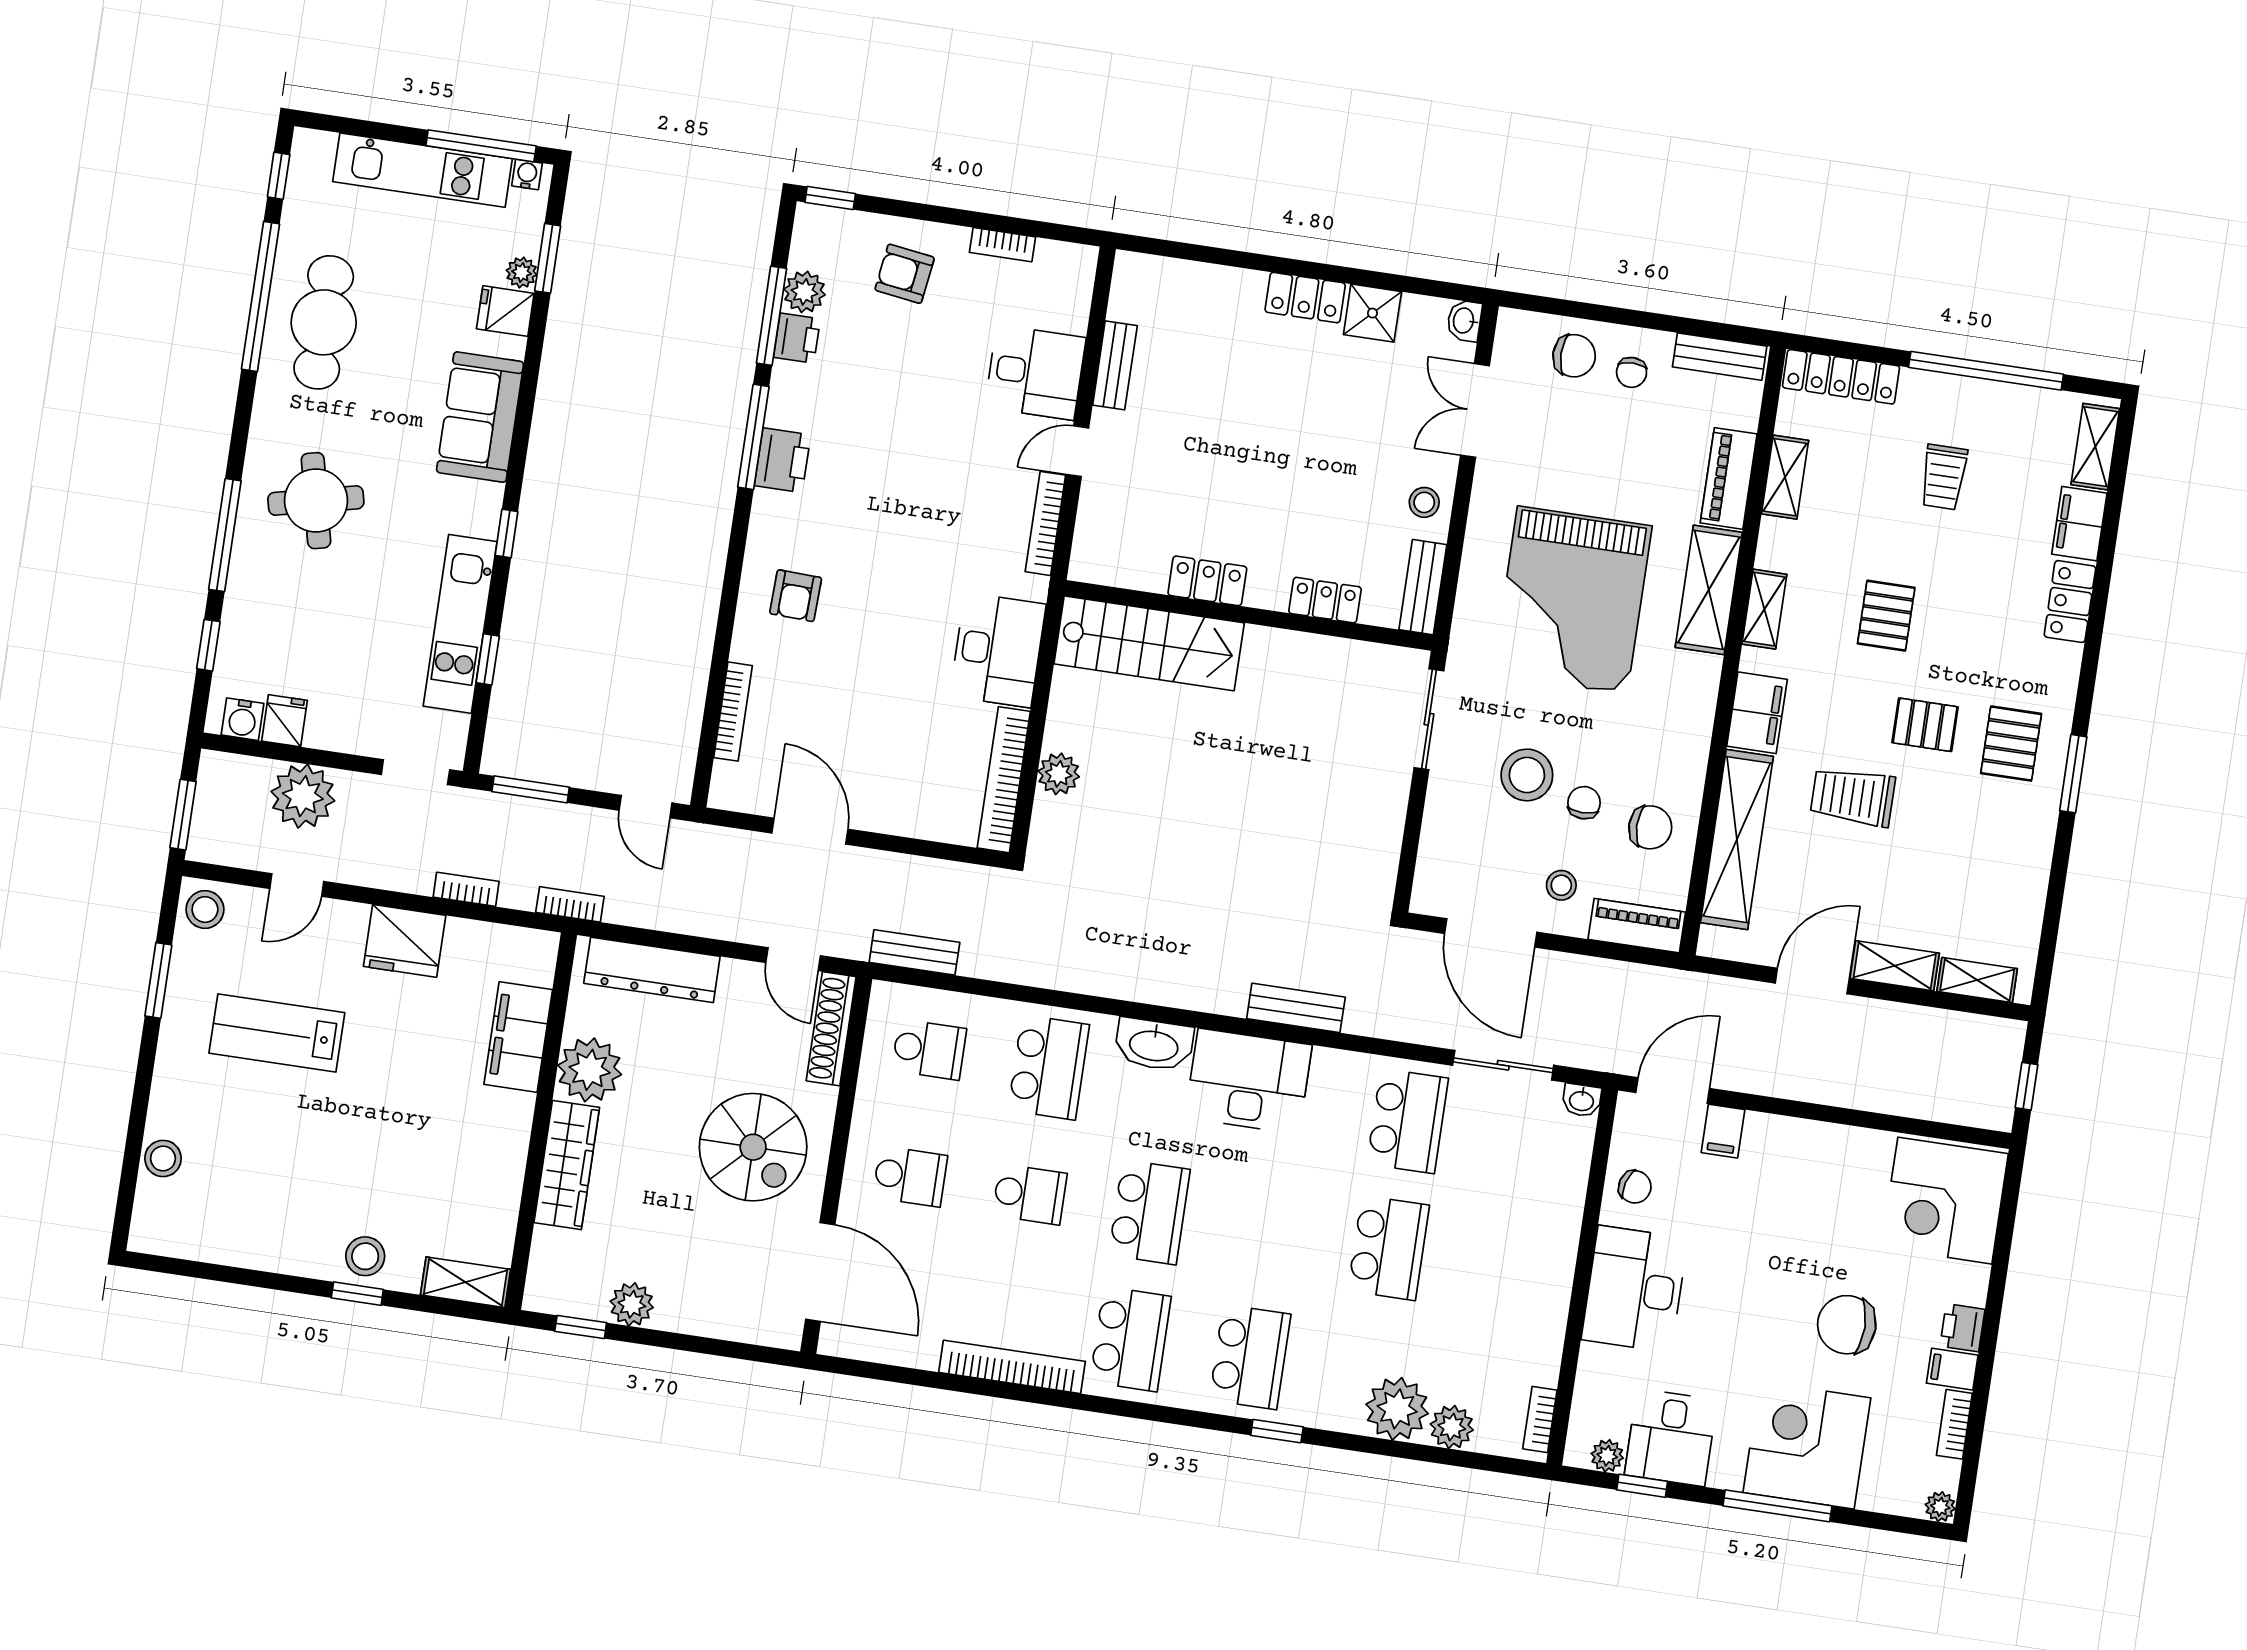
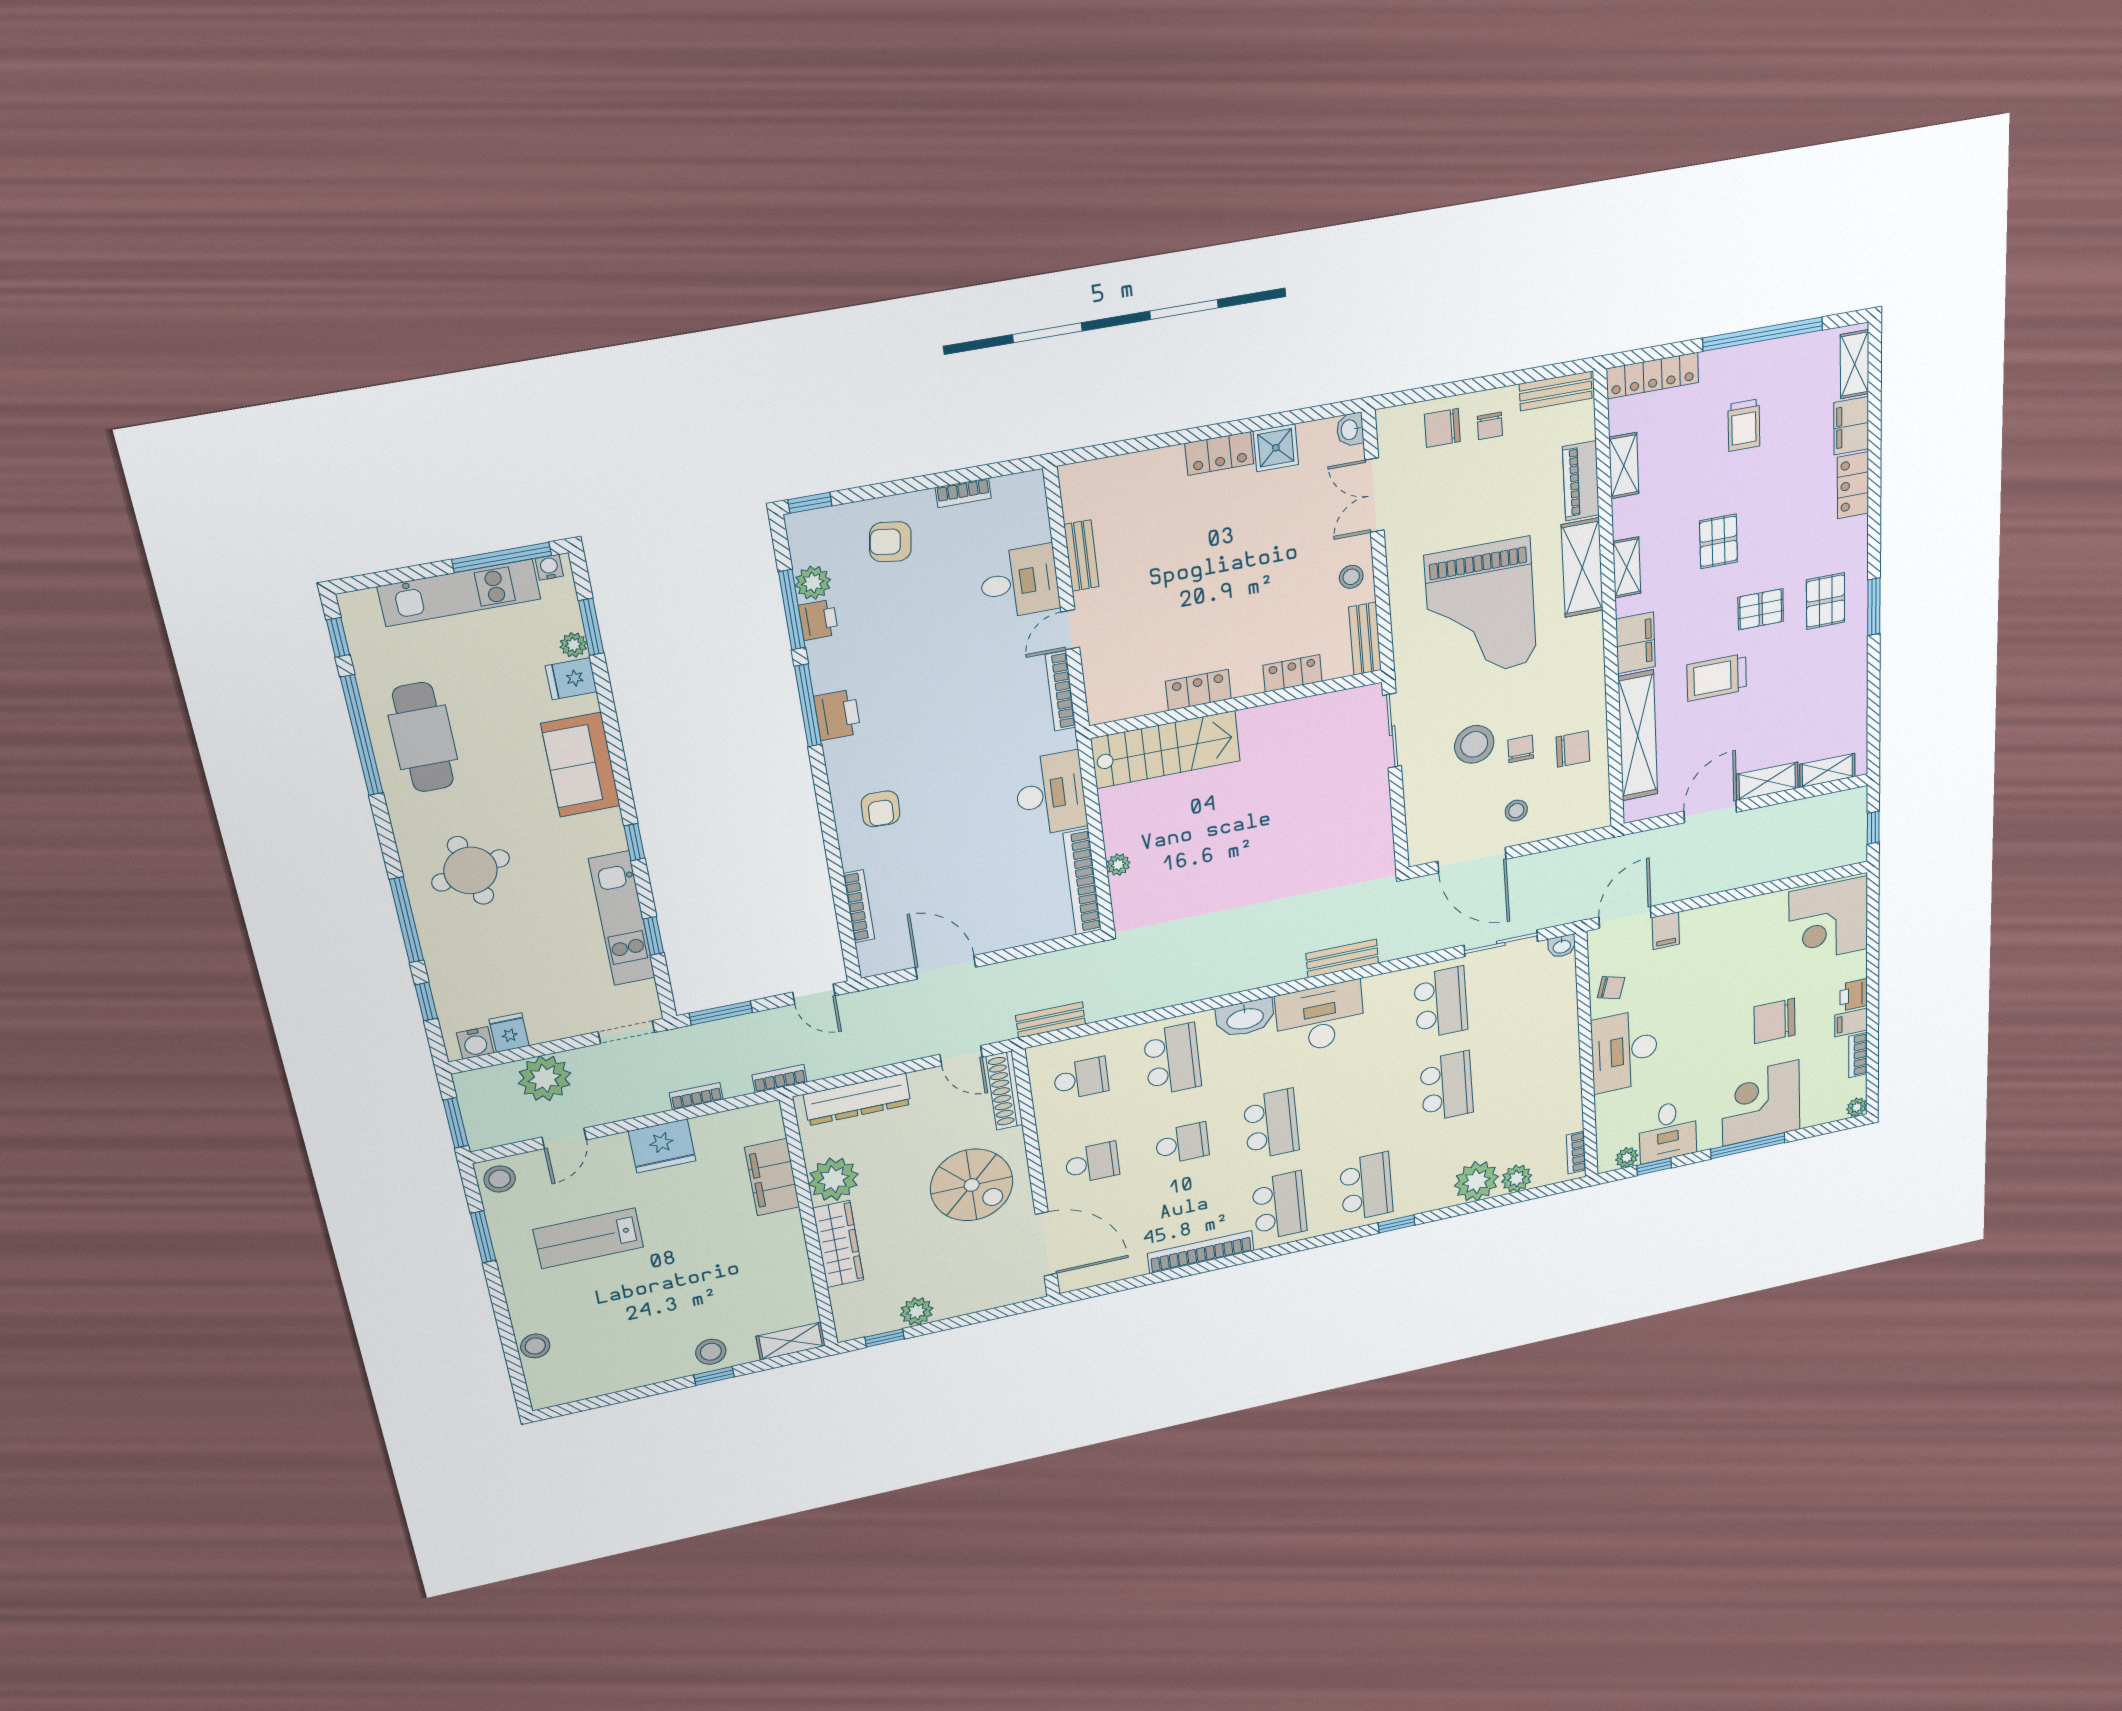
chair: (1574, 356) -> (1442, 428), turned 180
plant: (1059, 774) -> (1118, 865), width x0.73, depth x0.73
piano: (1637, 926) -> (1577, 819), removed

